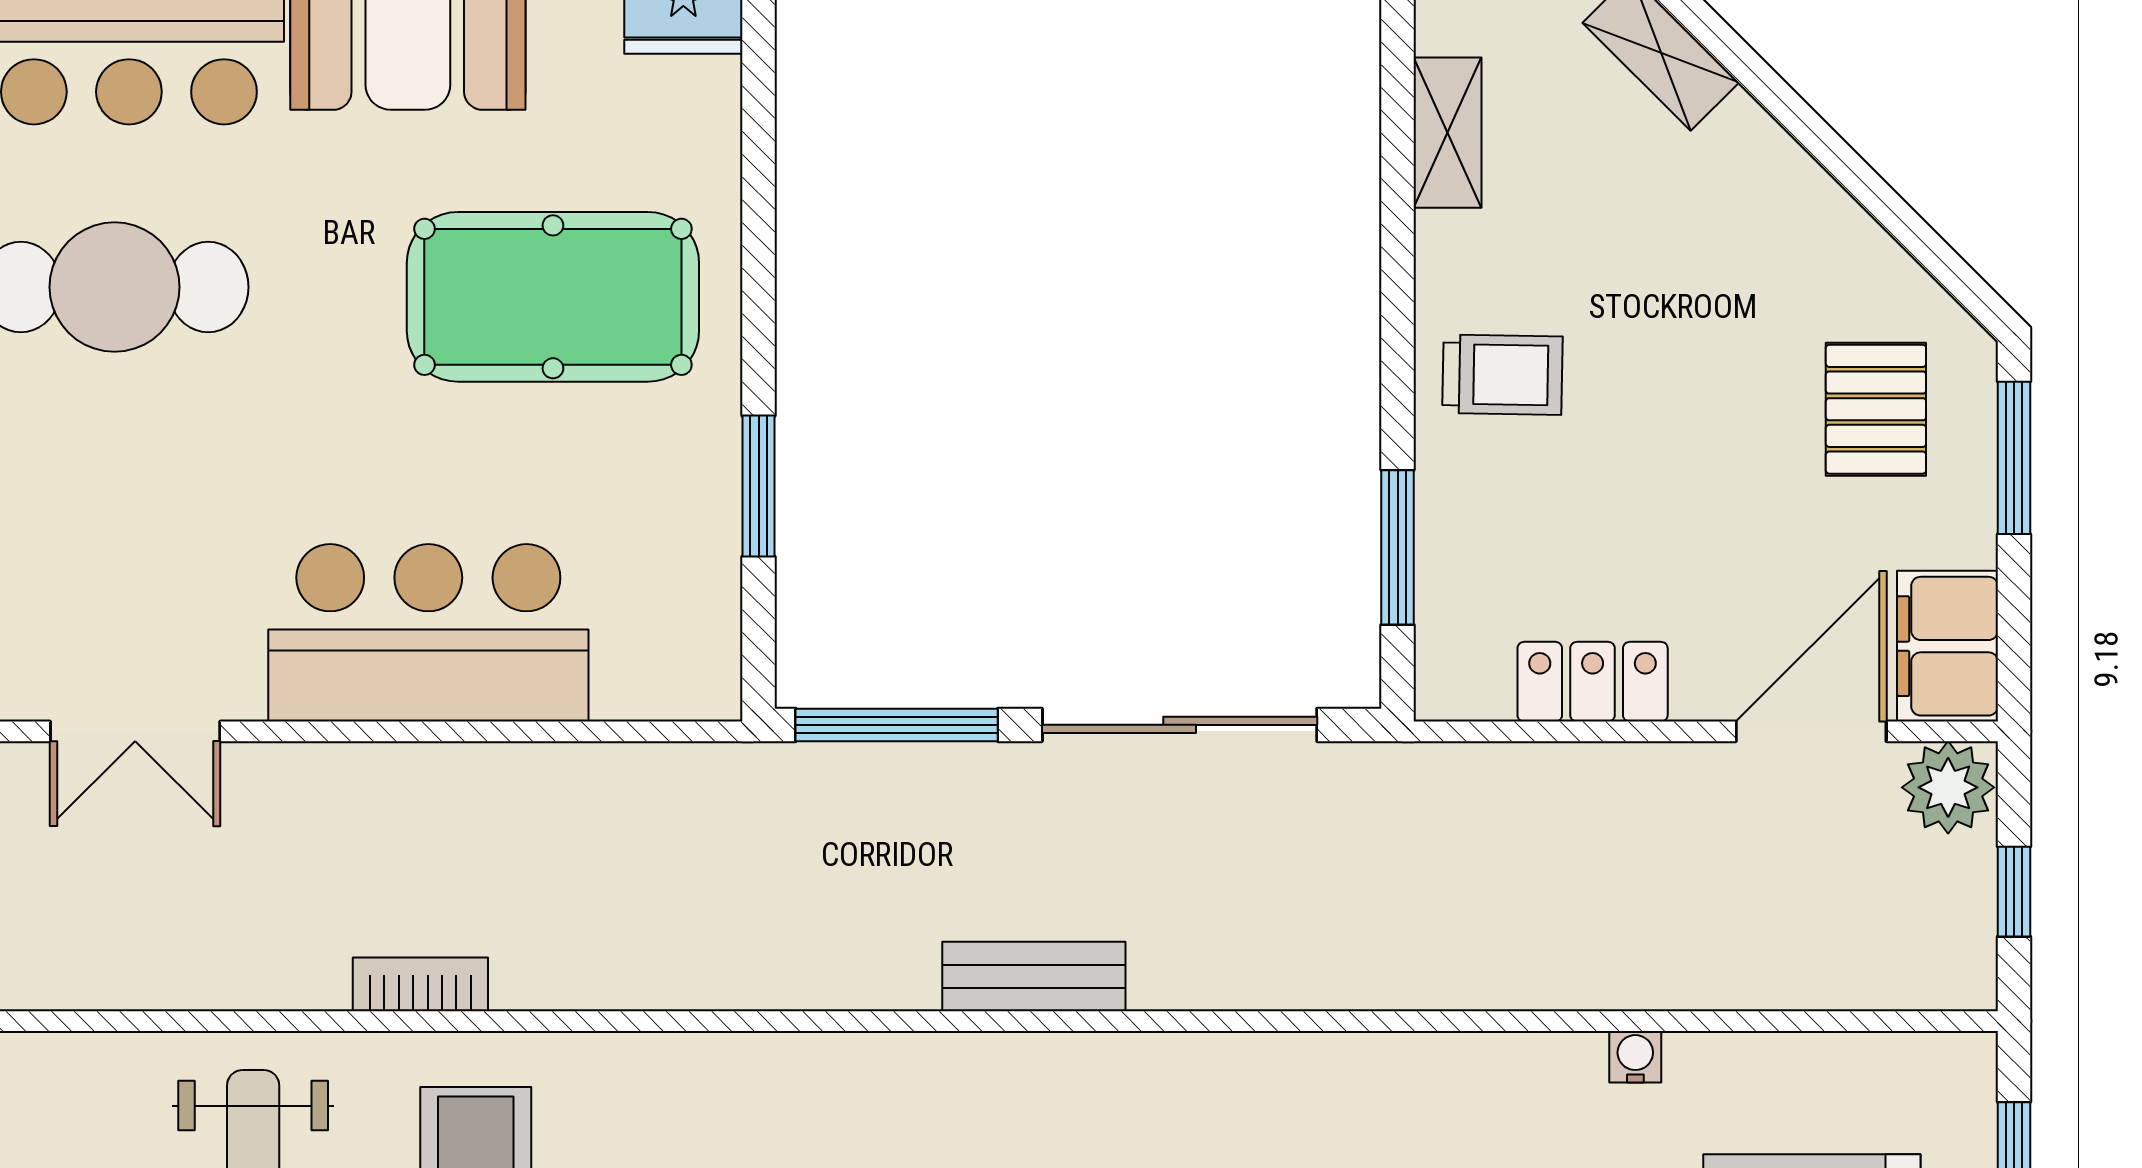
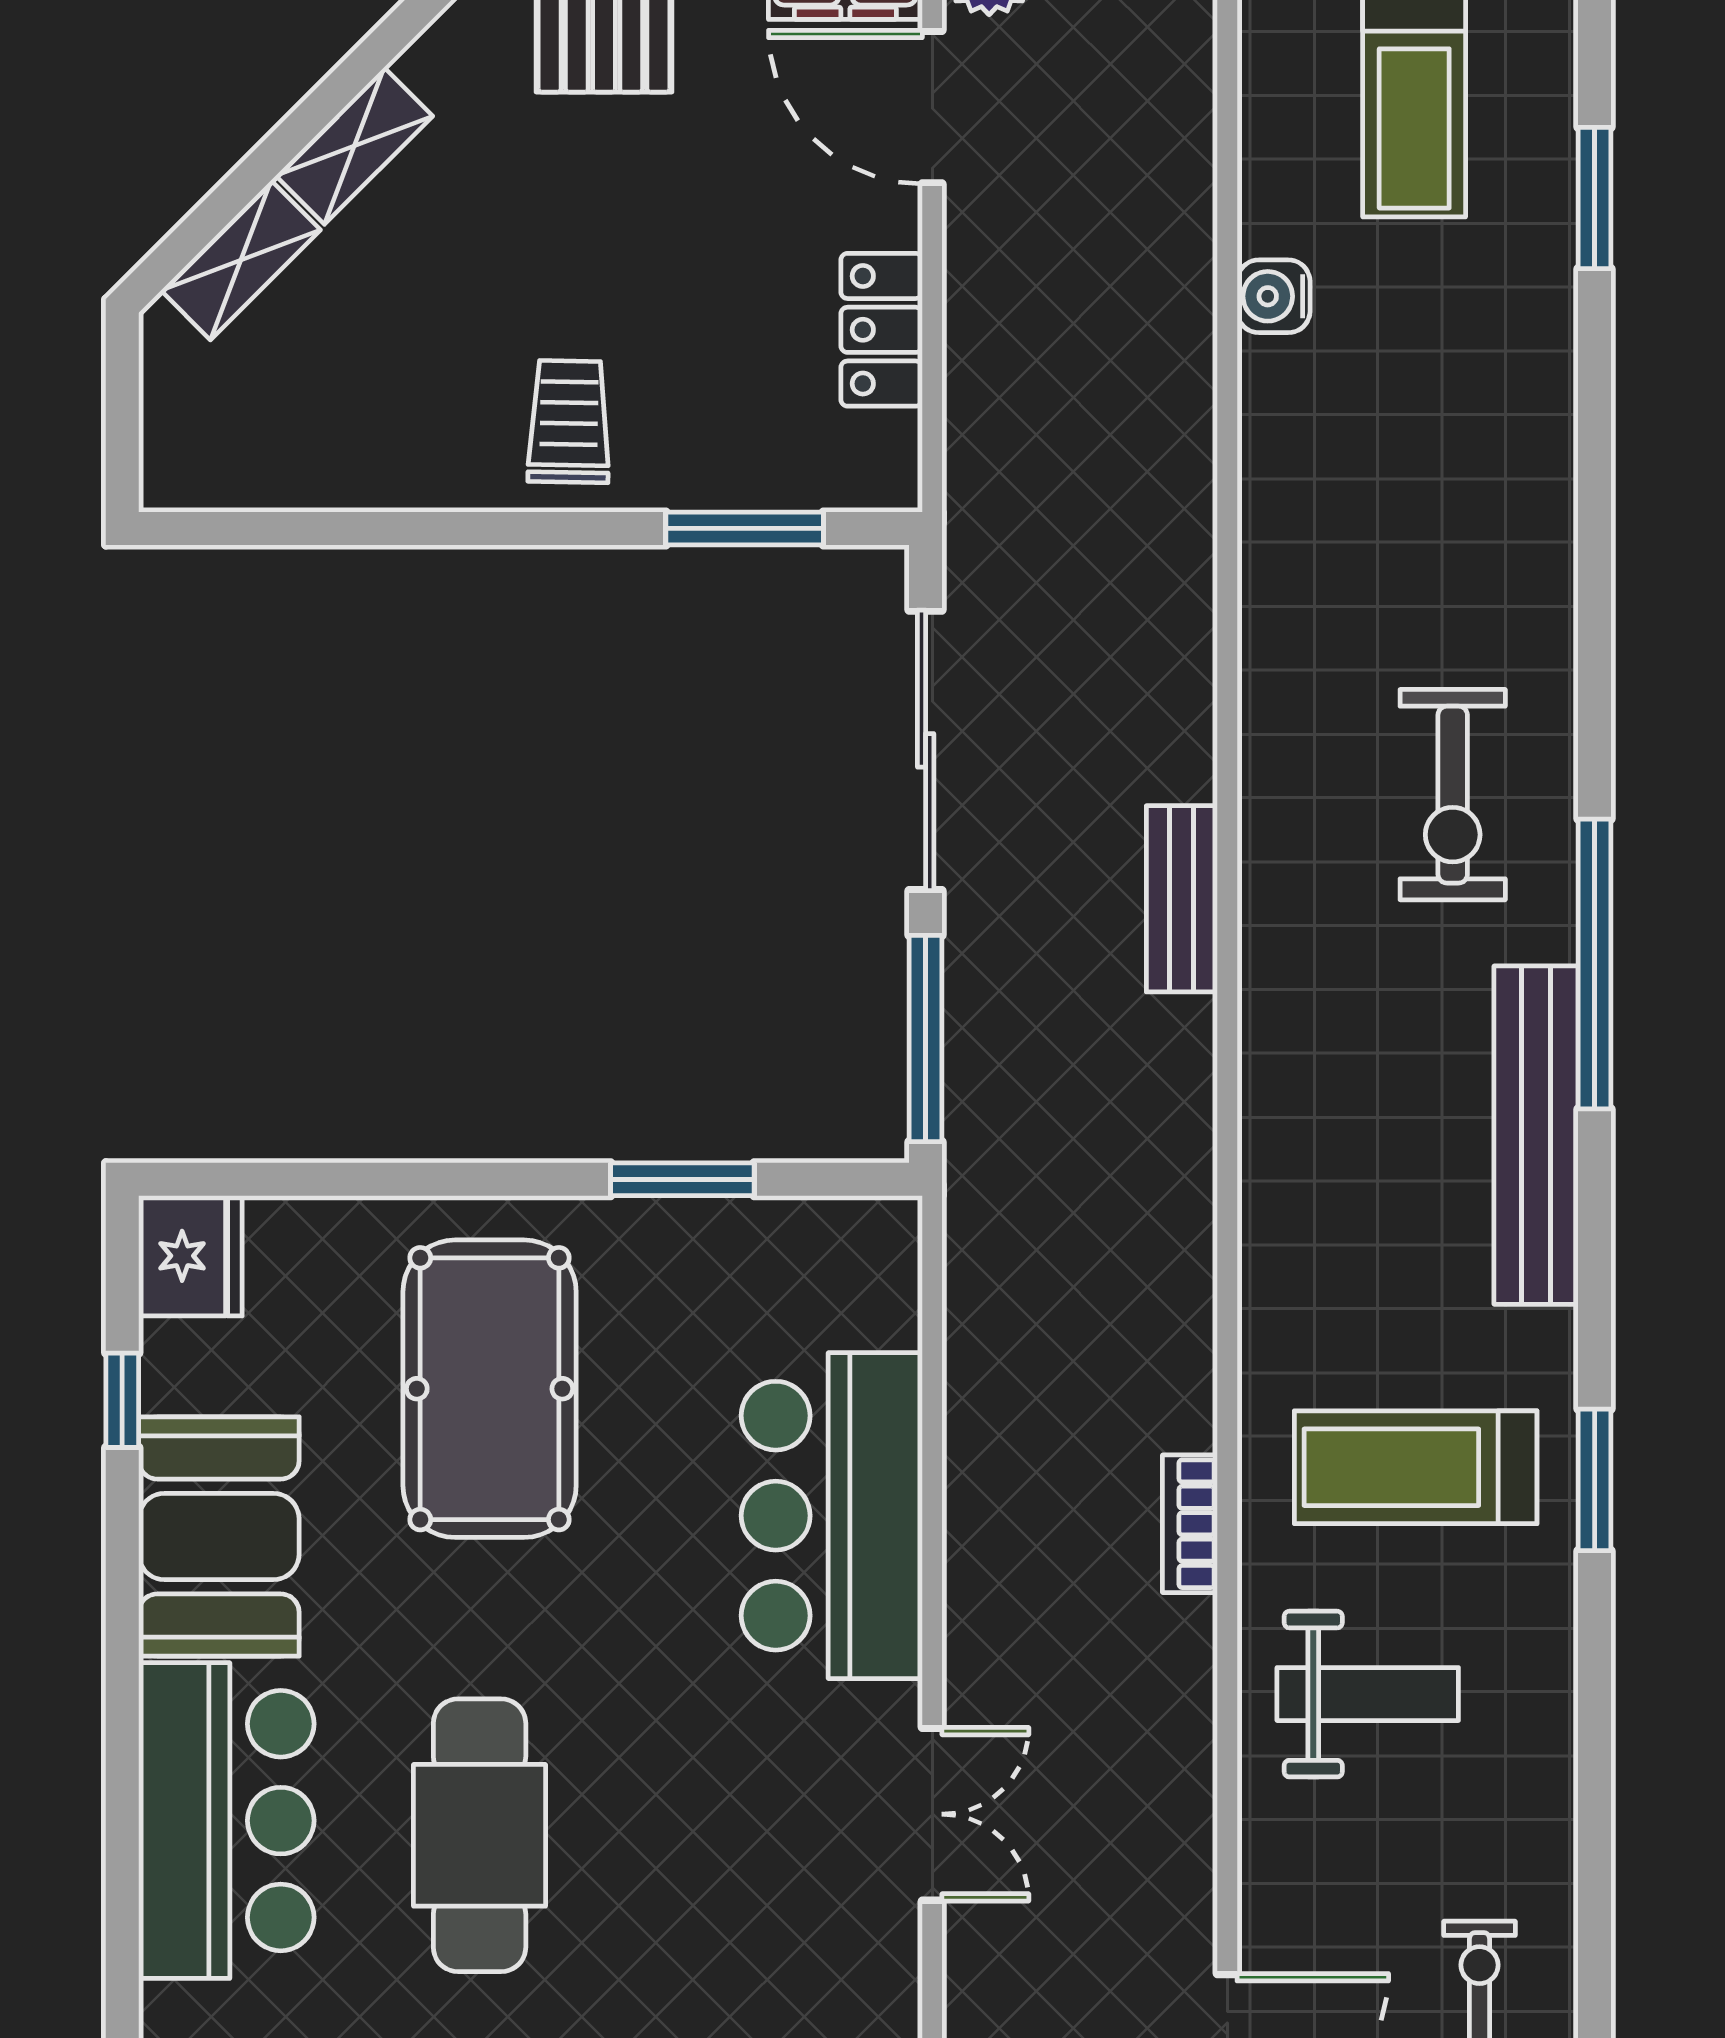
shelving: (1447, 133) -> (354, 146), moved, turned -45
water cooler: (1635, 1057) -> (1274, 296), width x1.38, depth x1.38

